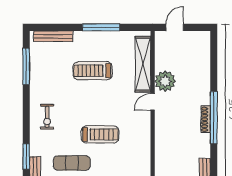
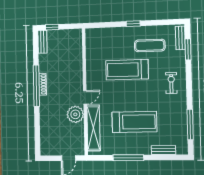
bench: (53, 36) -> (164, 150), width x0.73
treadmill: (93, 71) -> (134, 122), width x1.37, depth x1.38
treadmill: (100, 134) -> (127, 70), width x1.37, depth x1.38

